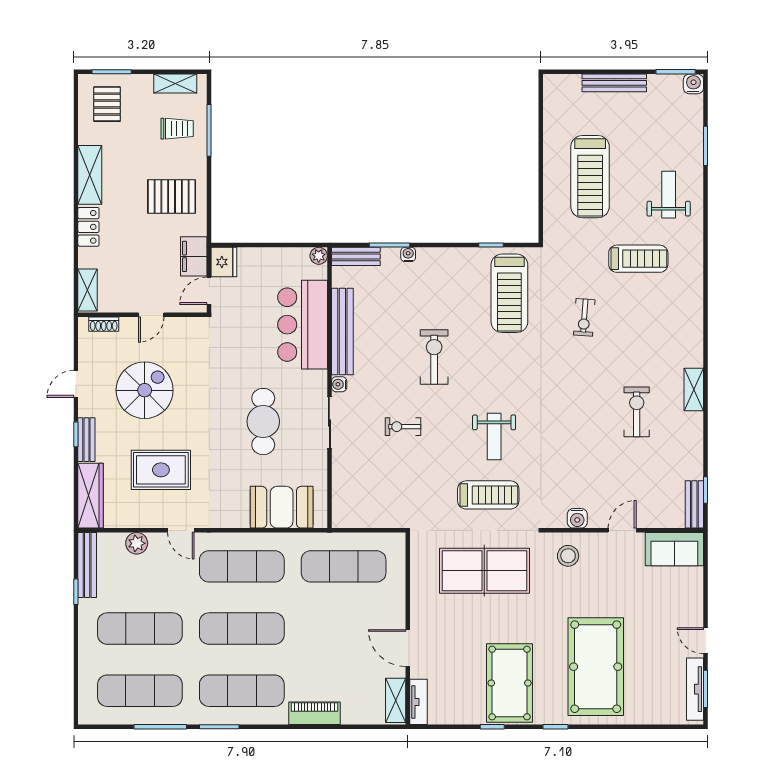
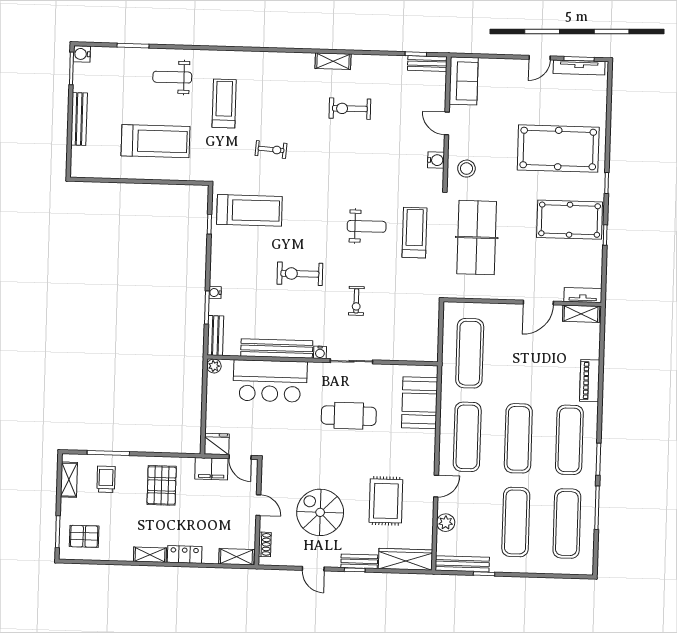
shelving: (90, 175) -> (150, 555), width x0.67, depth x0.75

